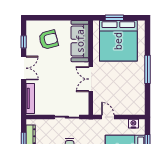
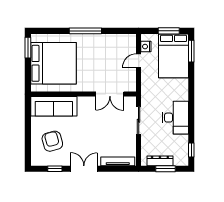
window: (114, 18) -> (28, 48), moved
double door: (91, 79) -> (110, 94), moved
door: (108, 117) -> (139, 61), moved

